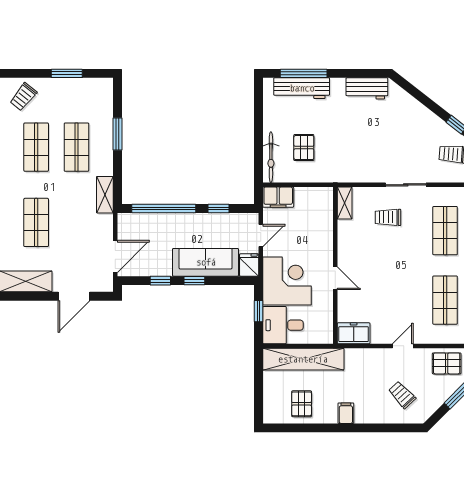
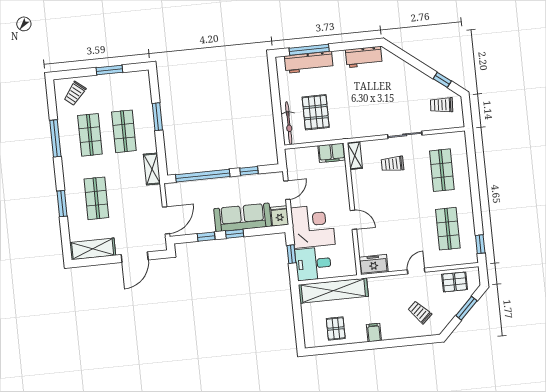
pallet: (304, 148) -> (316, 112), width x1.50, depth x1.42
filing cabinet: (278, 197) -> (332, 153), moved

